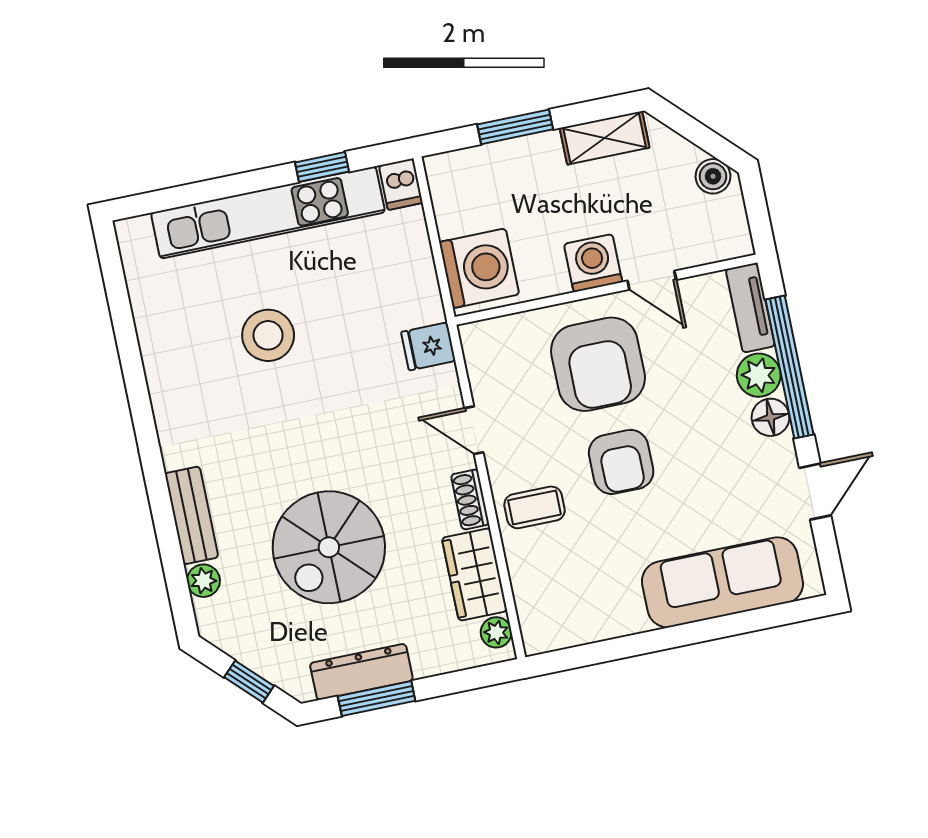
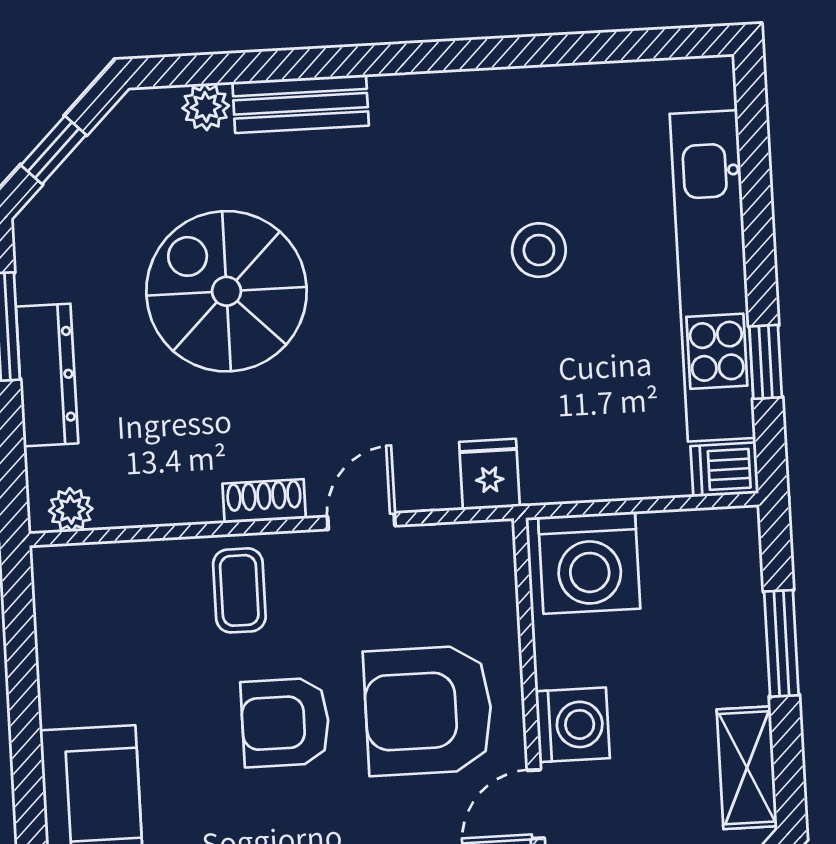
stool: (268, 335) -> (539, 250), width x0.73, depth x0.73
wardrobe: (475, 574) -> (157, 491), removed
dresser: (361, 672) -> (47, 375), moved

